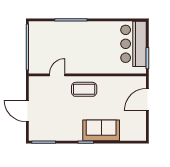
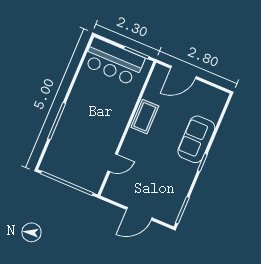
door: (57, 75) -> (113, 163), swing flipped
coffee table: (84, 89) -> (145, 117), moved
door: (147, 100) -> (183, 72), hinge flipped

